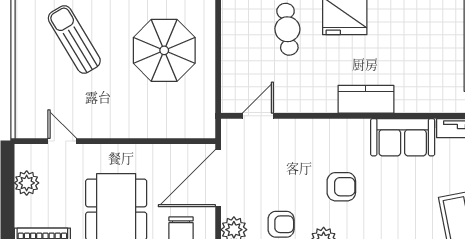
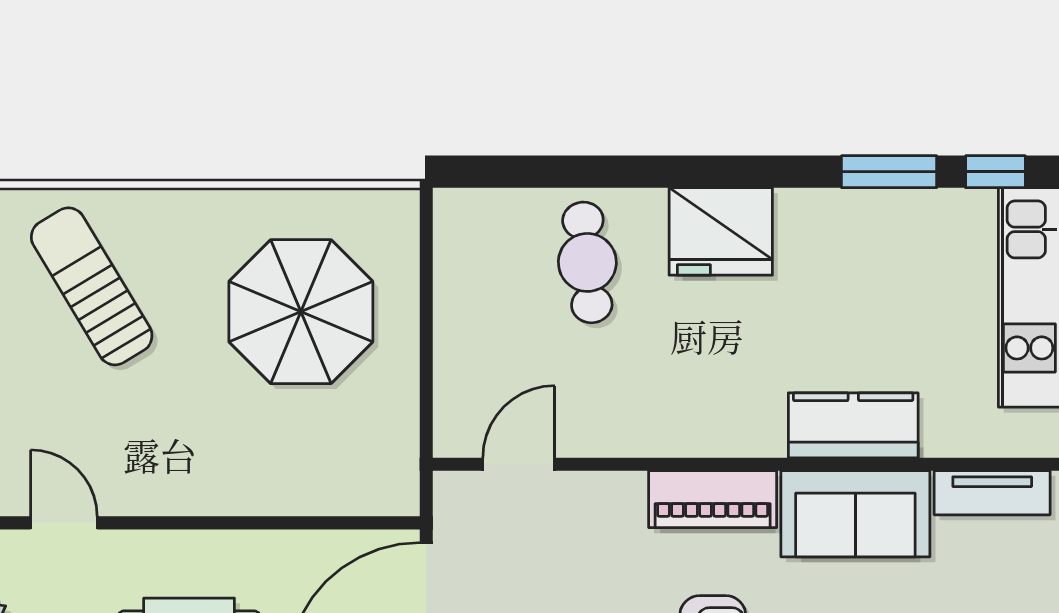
kitchen counter: (366, 99) -> (853, 425), moved
piano: (341, 131) -> (713, 499), added

